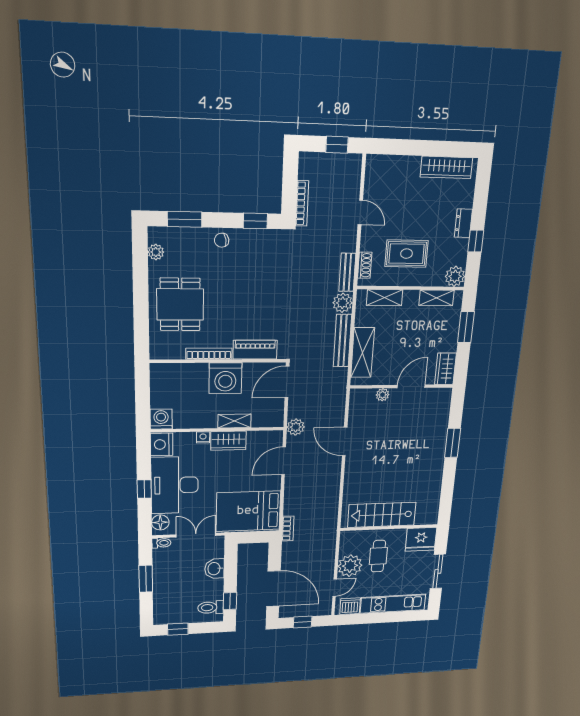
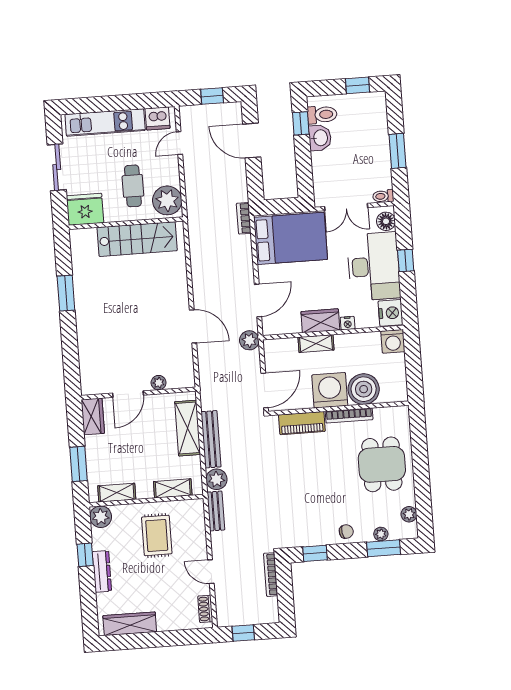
dresser: (463, 223) -> (102, 571), width x1.44
plant: (186, 234) -> (381, 534), added
rug: (406, 254) -> (157, 535), turned 90
shoe rack: (365, 265) -> (205, 609), moved
boiler: (193, 377) -> (364, 389), added
window: (453, 443) -> (66, 293), moved
plant: (350, 566) -> (167, 200), moved
washbasin: (214, 569) -> (320, 138), moved
door: (273, 589) -> (252, 141), width x0.73

